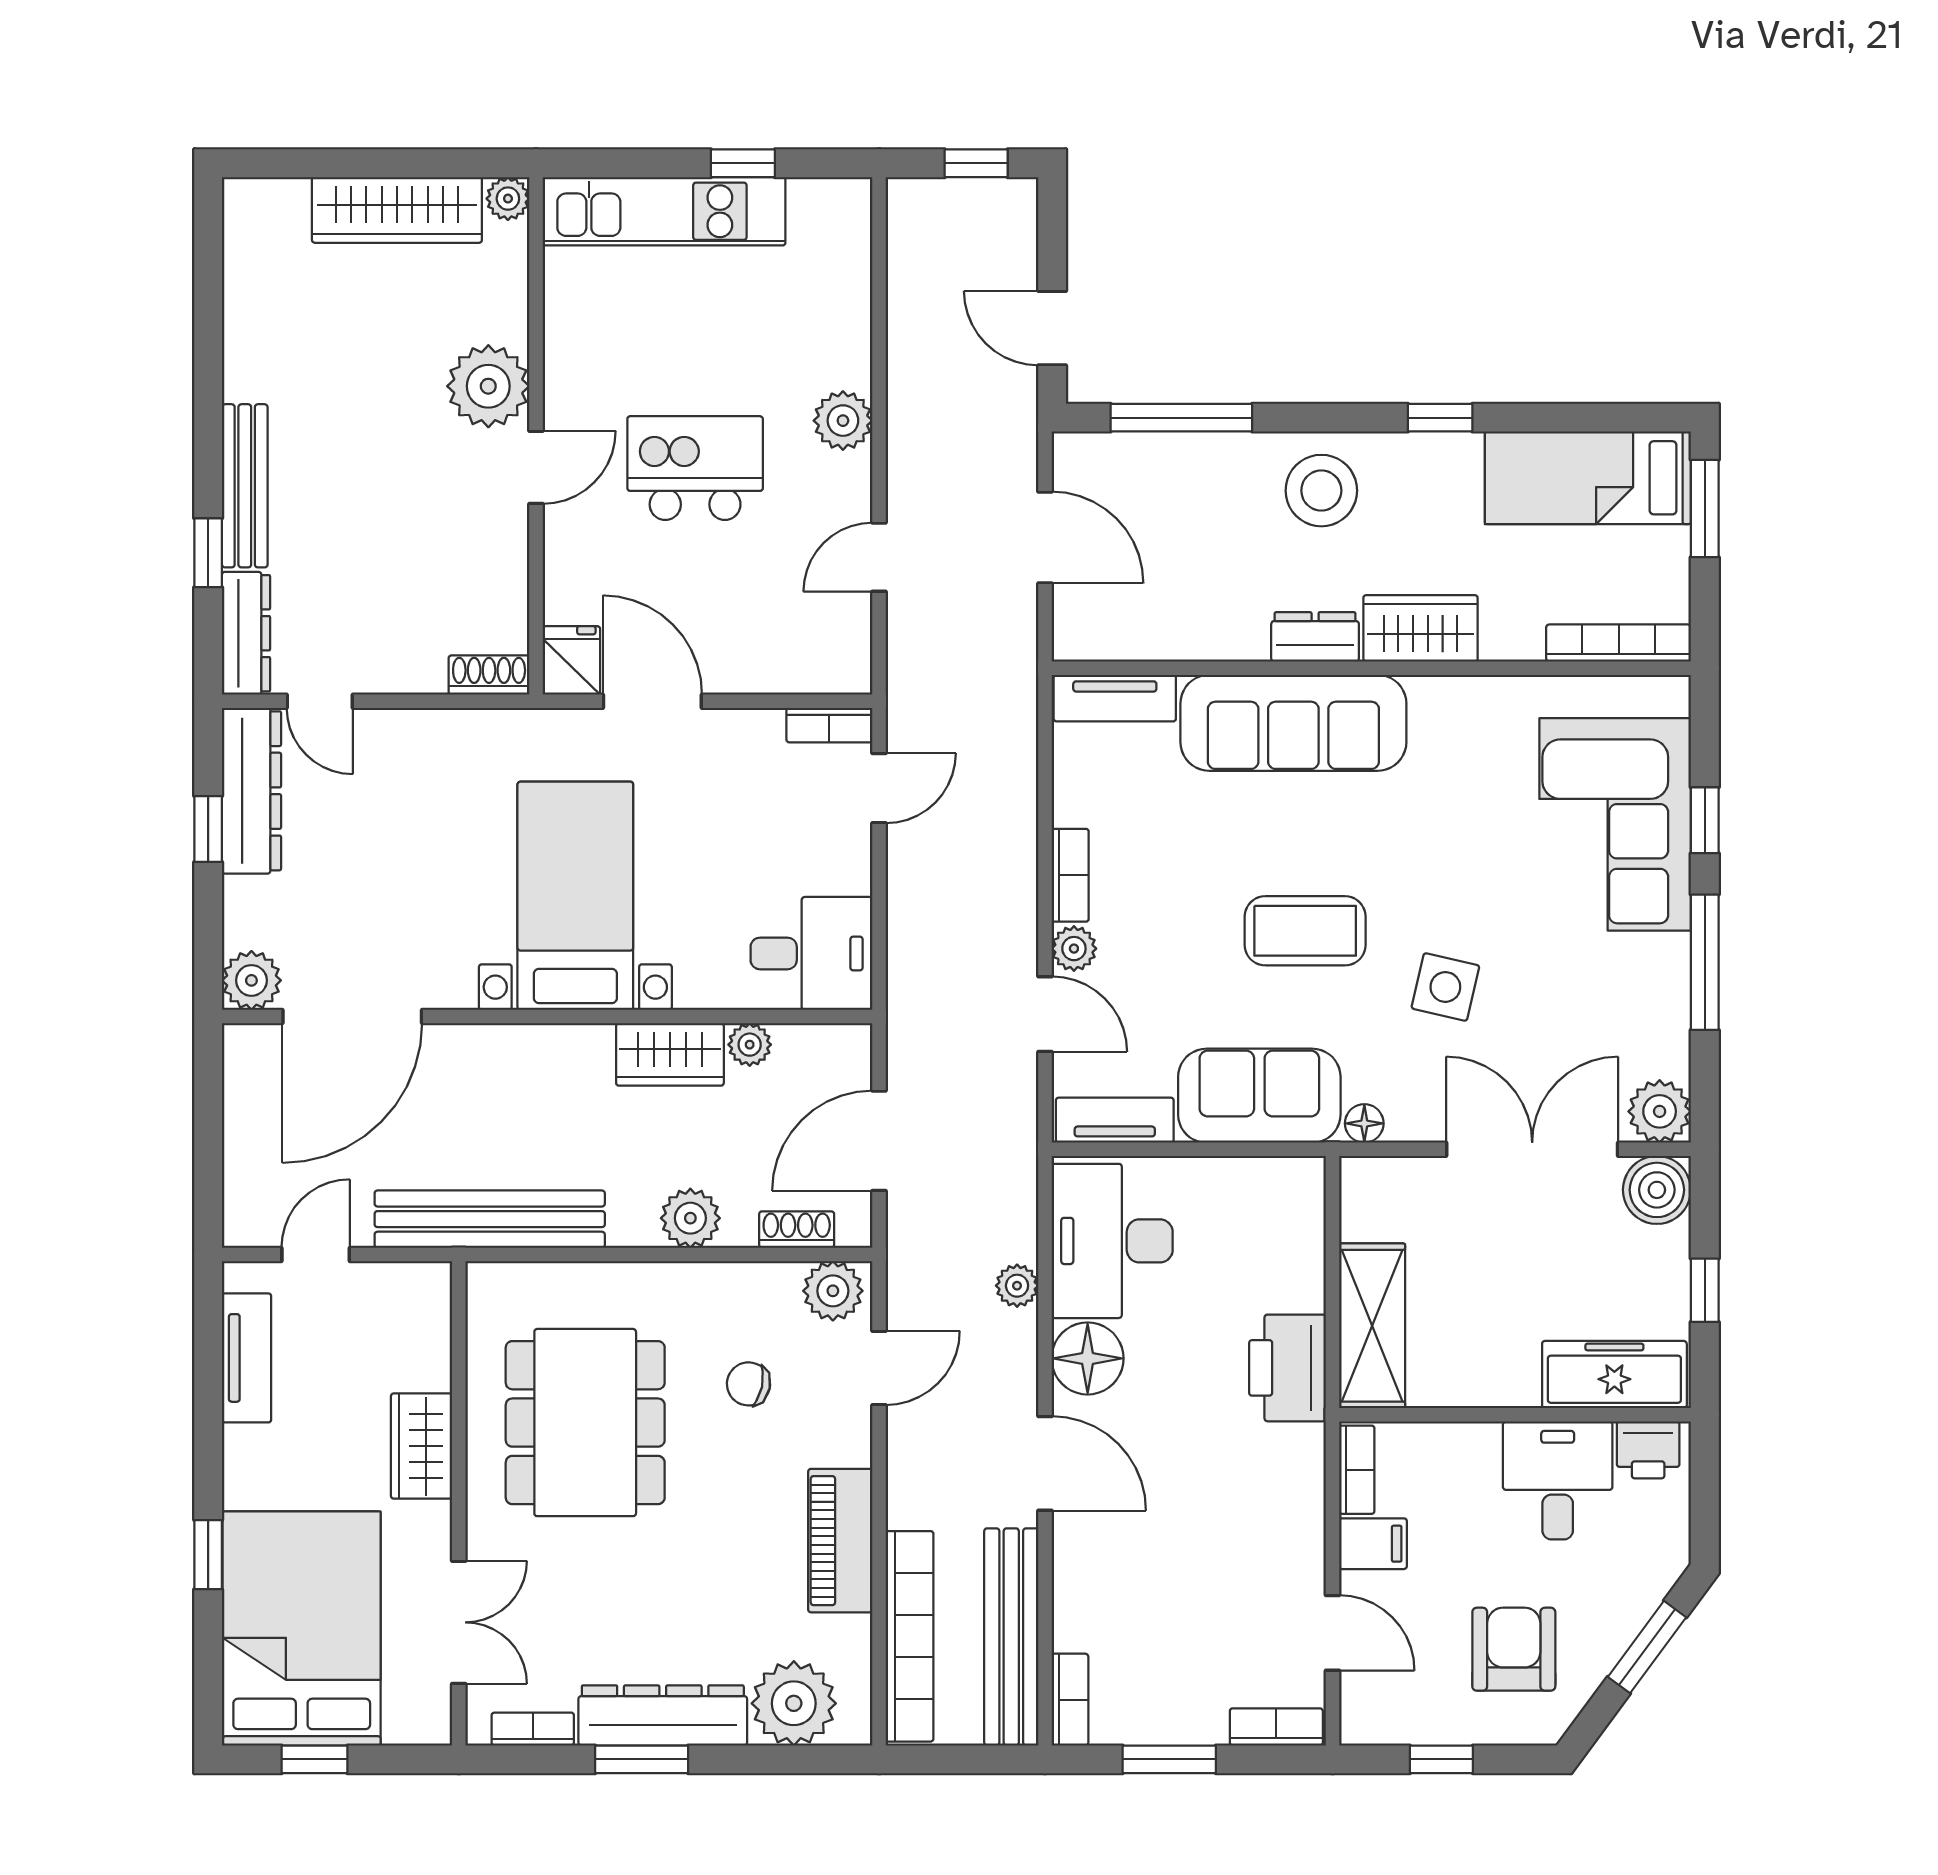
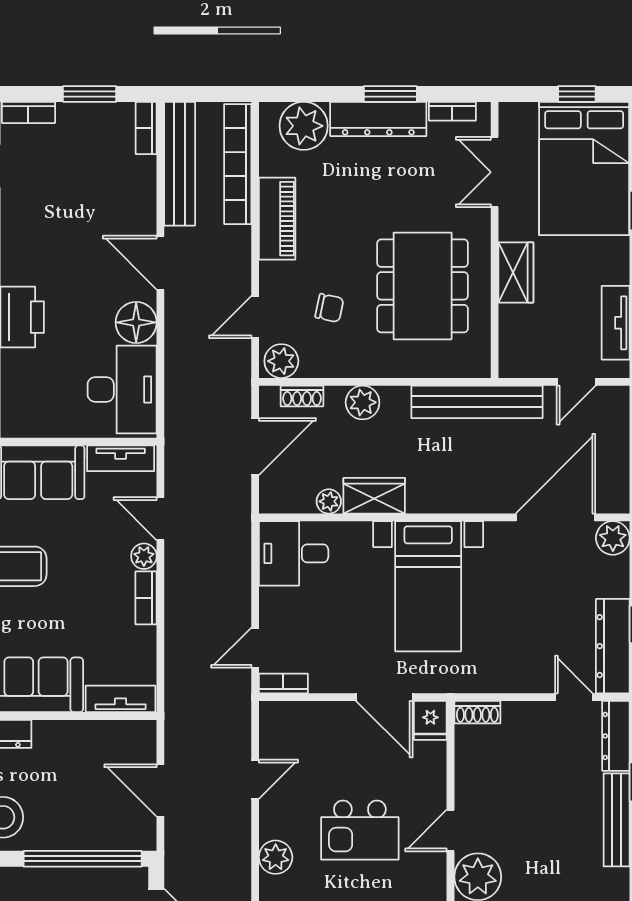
window: (1181, 418) -> (83, 859), width x1.46
plant: (1017, 1286) -> (176, 364), removed

